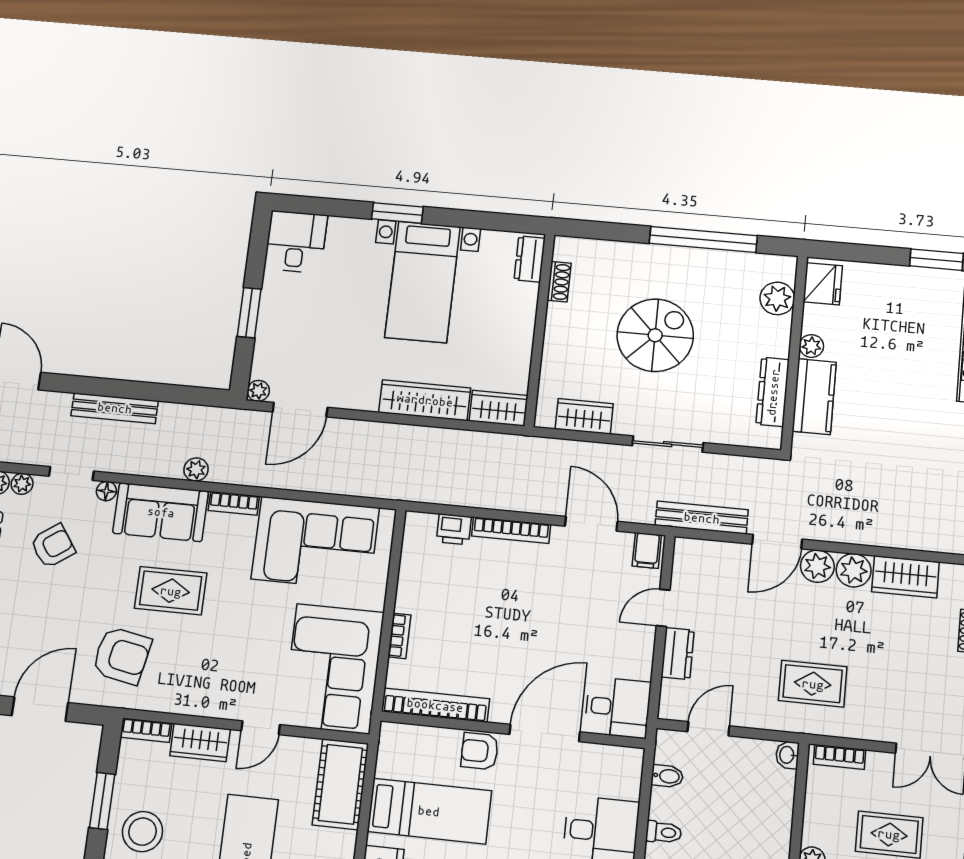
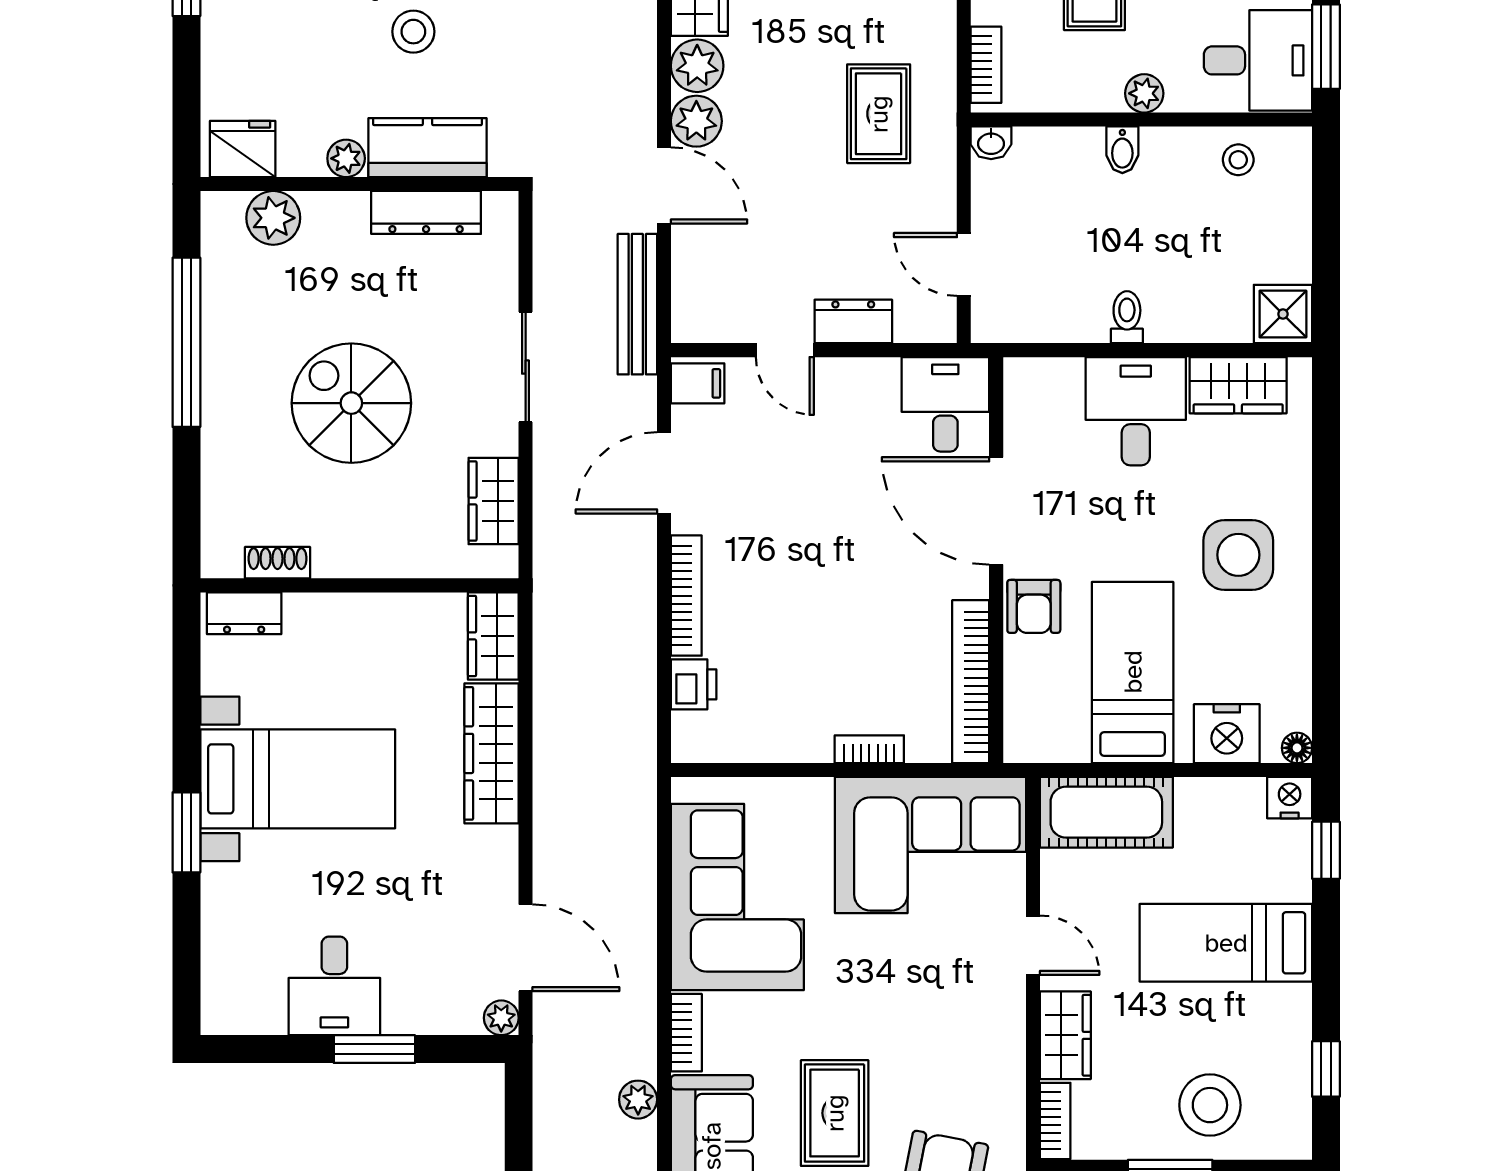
desk: (296, 242) -> (334, 986), moved, turned -90
stool: (890, 395) -> (413, 32), added
bidet: (667, 776) -> (1122, 150), moved, turned 180

